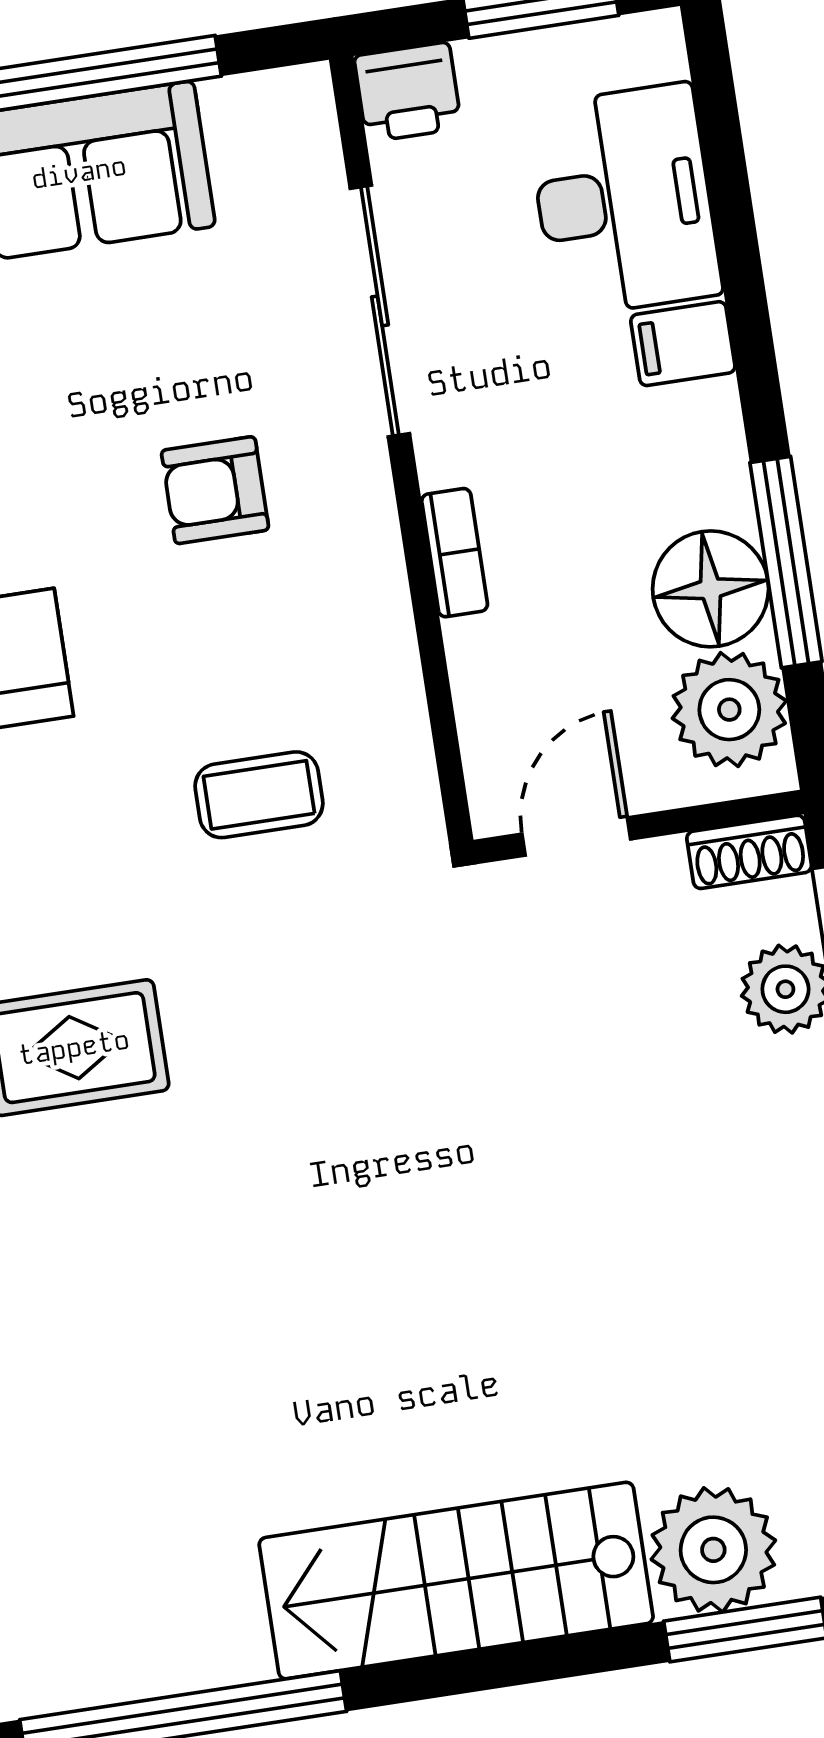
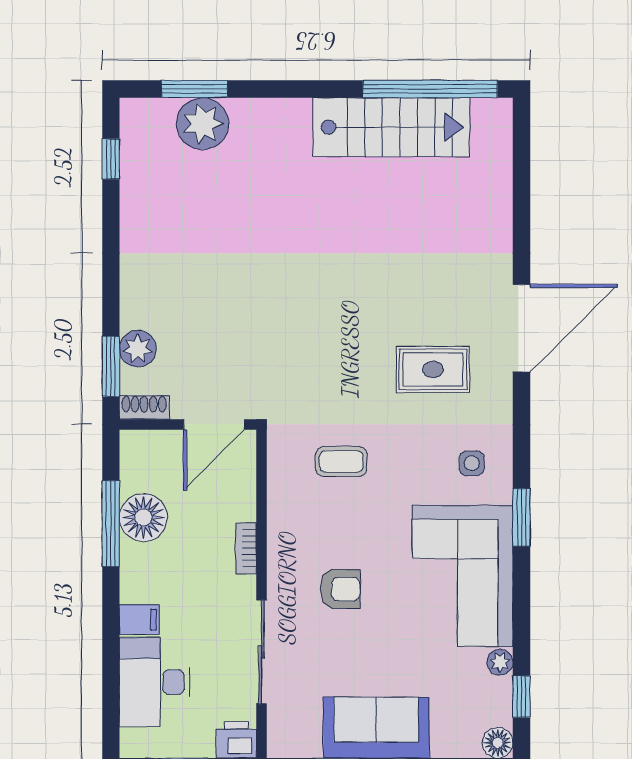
plant: (729, 710) -> (143, 467), removed
door: (576, 837) -> (214, 424), width x1.38
stairs: (456, 1581) -> (391, 127), moved

